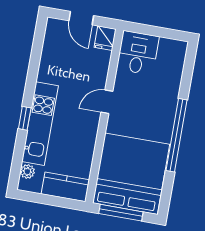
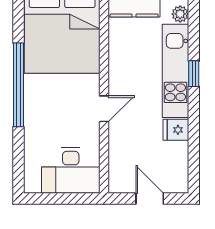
fridge: (105, 38) -> (176, 130), moved, turned -90
desk: (138, 53) -> (71, 170), width x1.37

